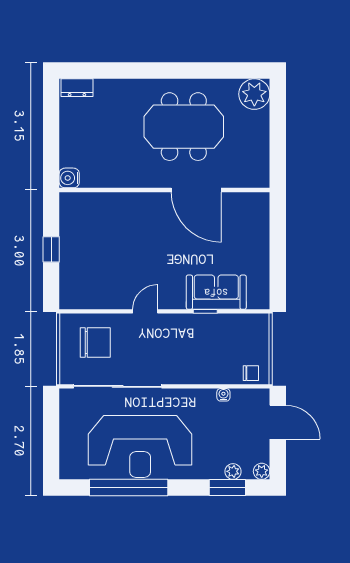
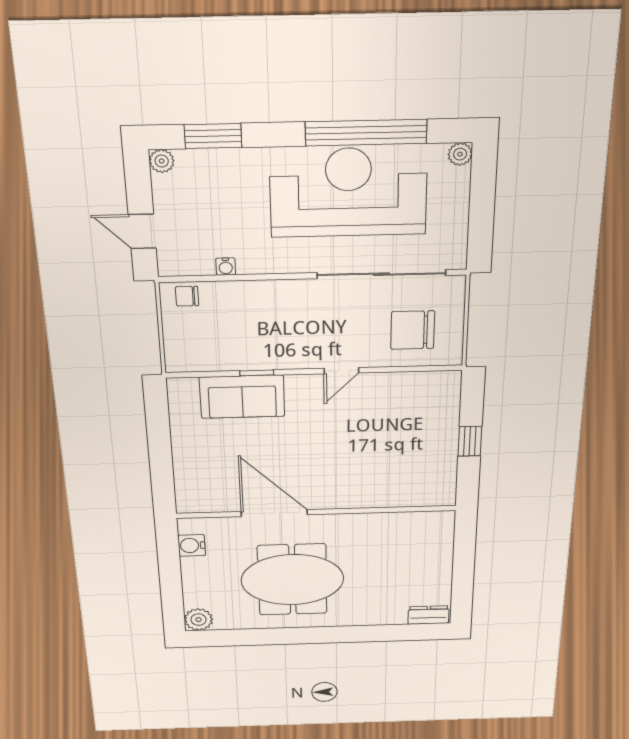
plant: (254, 94) -> (198, 620), width x0.73, depth x0.73
water cooler: (69, 178) -> (192, 545), moved, turned 180
door: (278, 422) -> (142, 231), width x0.73
plant: (233, 471) -> (460, 154), moved

